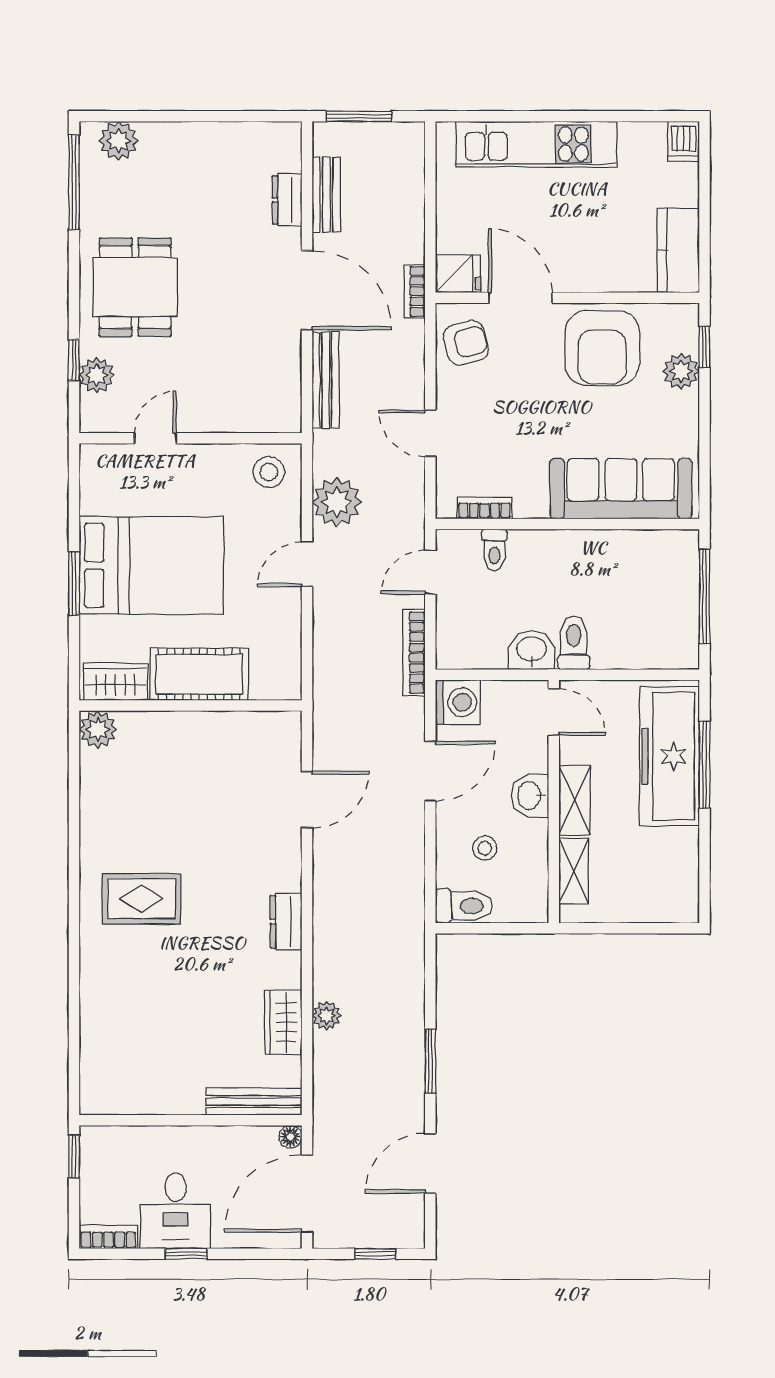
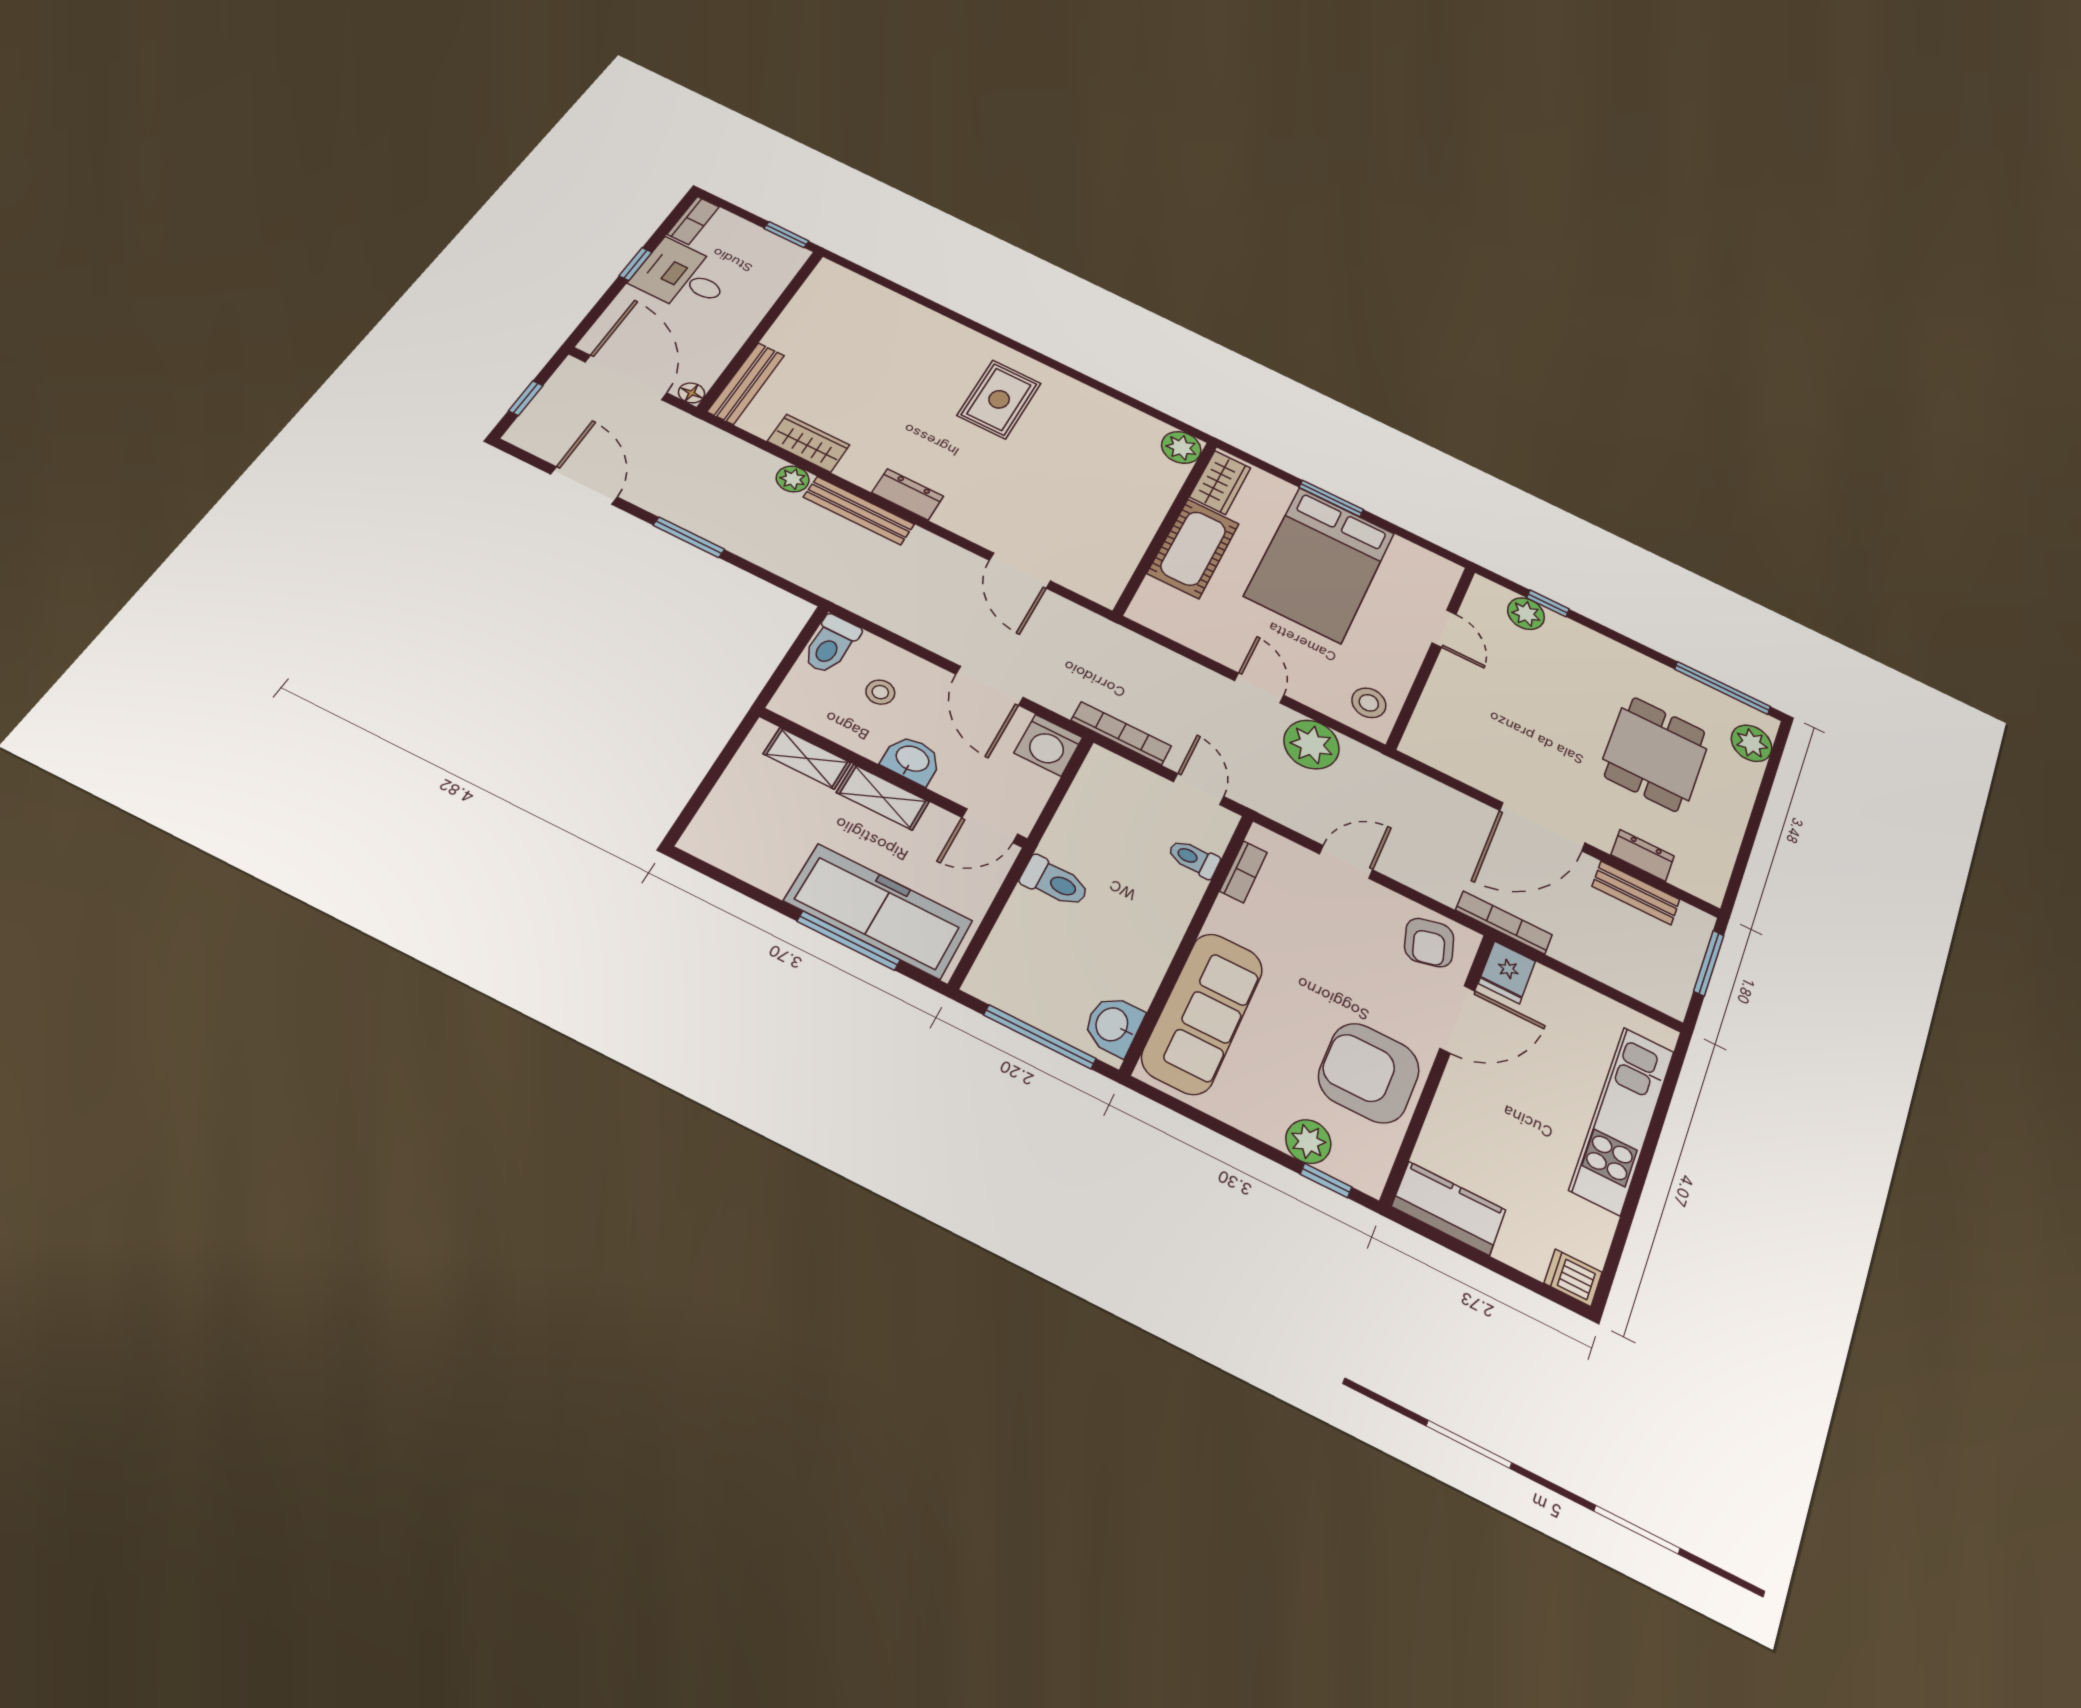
dining table: (135, 287) -> (1655, 754), moved, turned 90
bookcase: (415, 291) -> (1504, 922), width x1.56
bench: (326, 380) -> (859, 511), moved
washbasin: (532, 650) -> (1113, 1025), moved, turned 180

